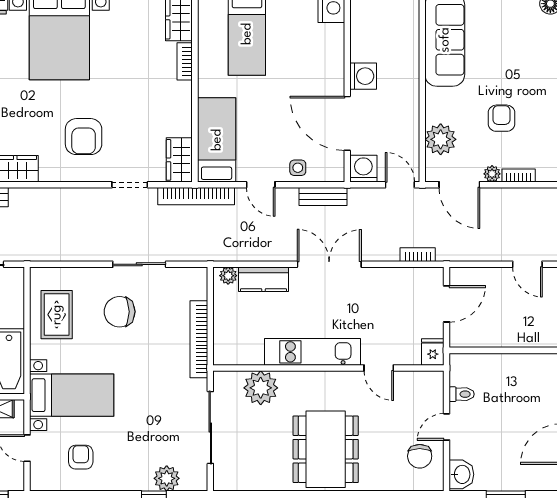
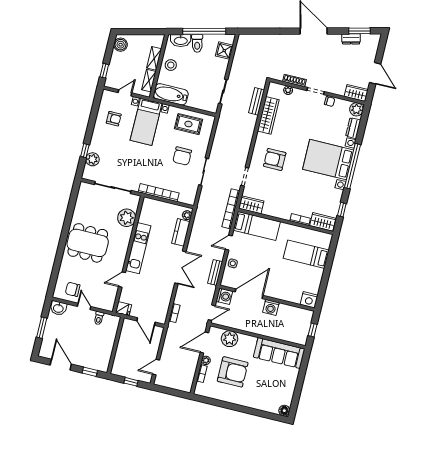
armchair: (501, 118) -> (233, 372), width x1.88, depth x1.88
chair: (120, 312) -> (182, 156), turned 180

